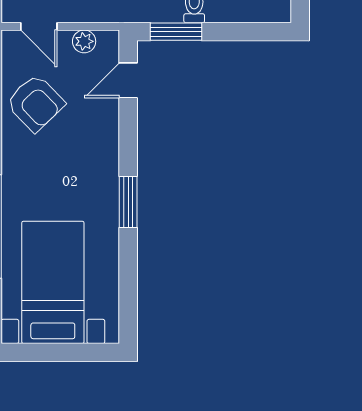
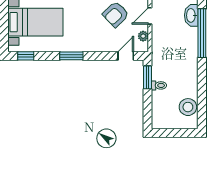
door: (128, 80) -> (126, 56), hinge flipped
window: (128, 304) -> (26, 56), added

